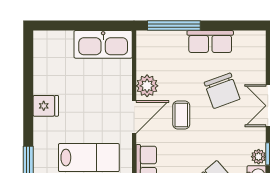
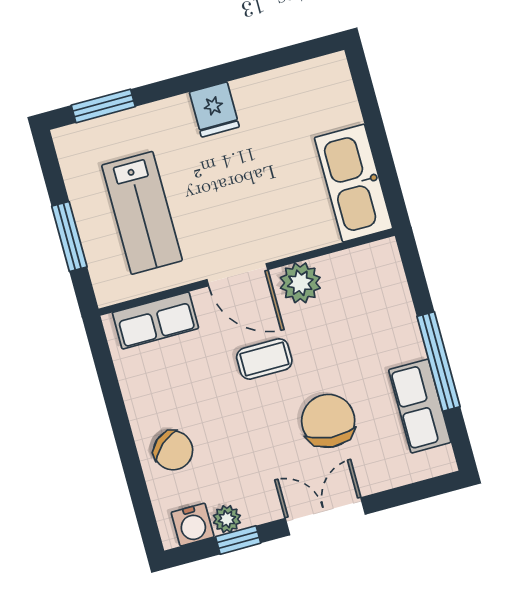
window: (174, 26) -> (439, 362), moved
row of seats: (210, 41) -> (420, 406), moved
chair: (222, 91) -> (328, 421), turned 115

